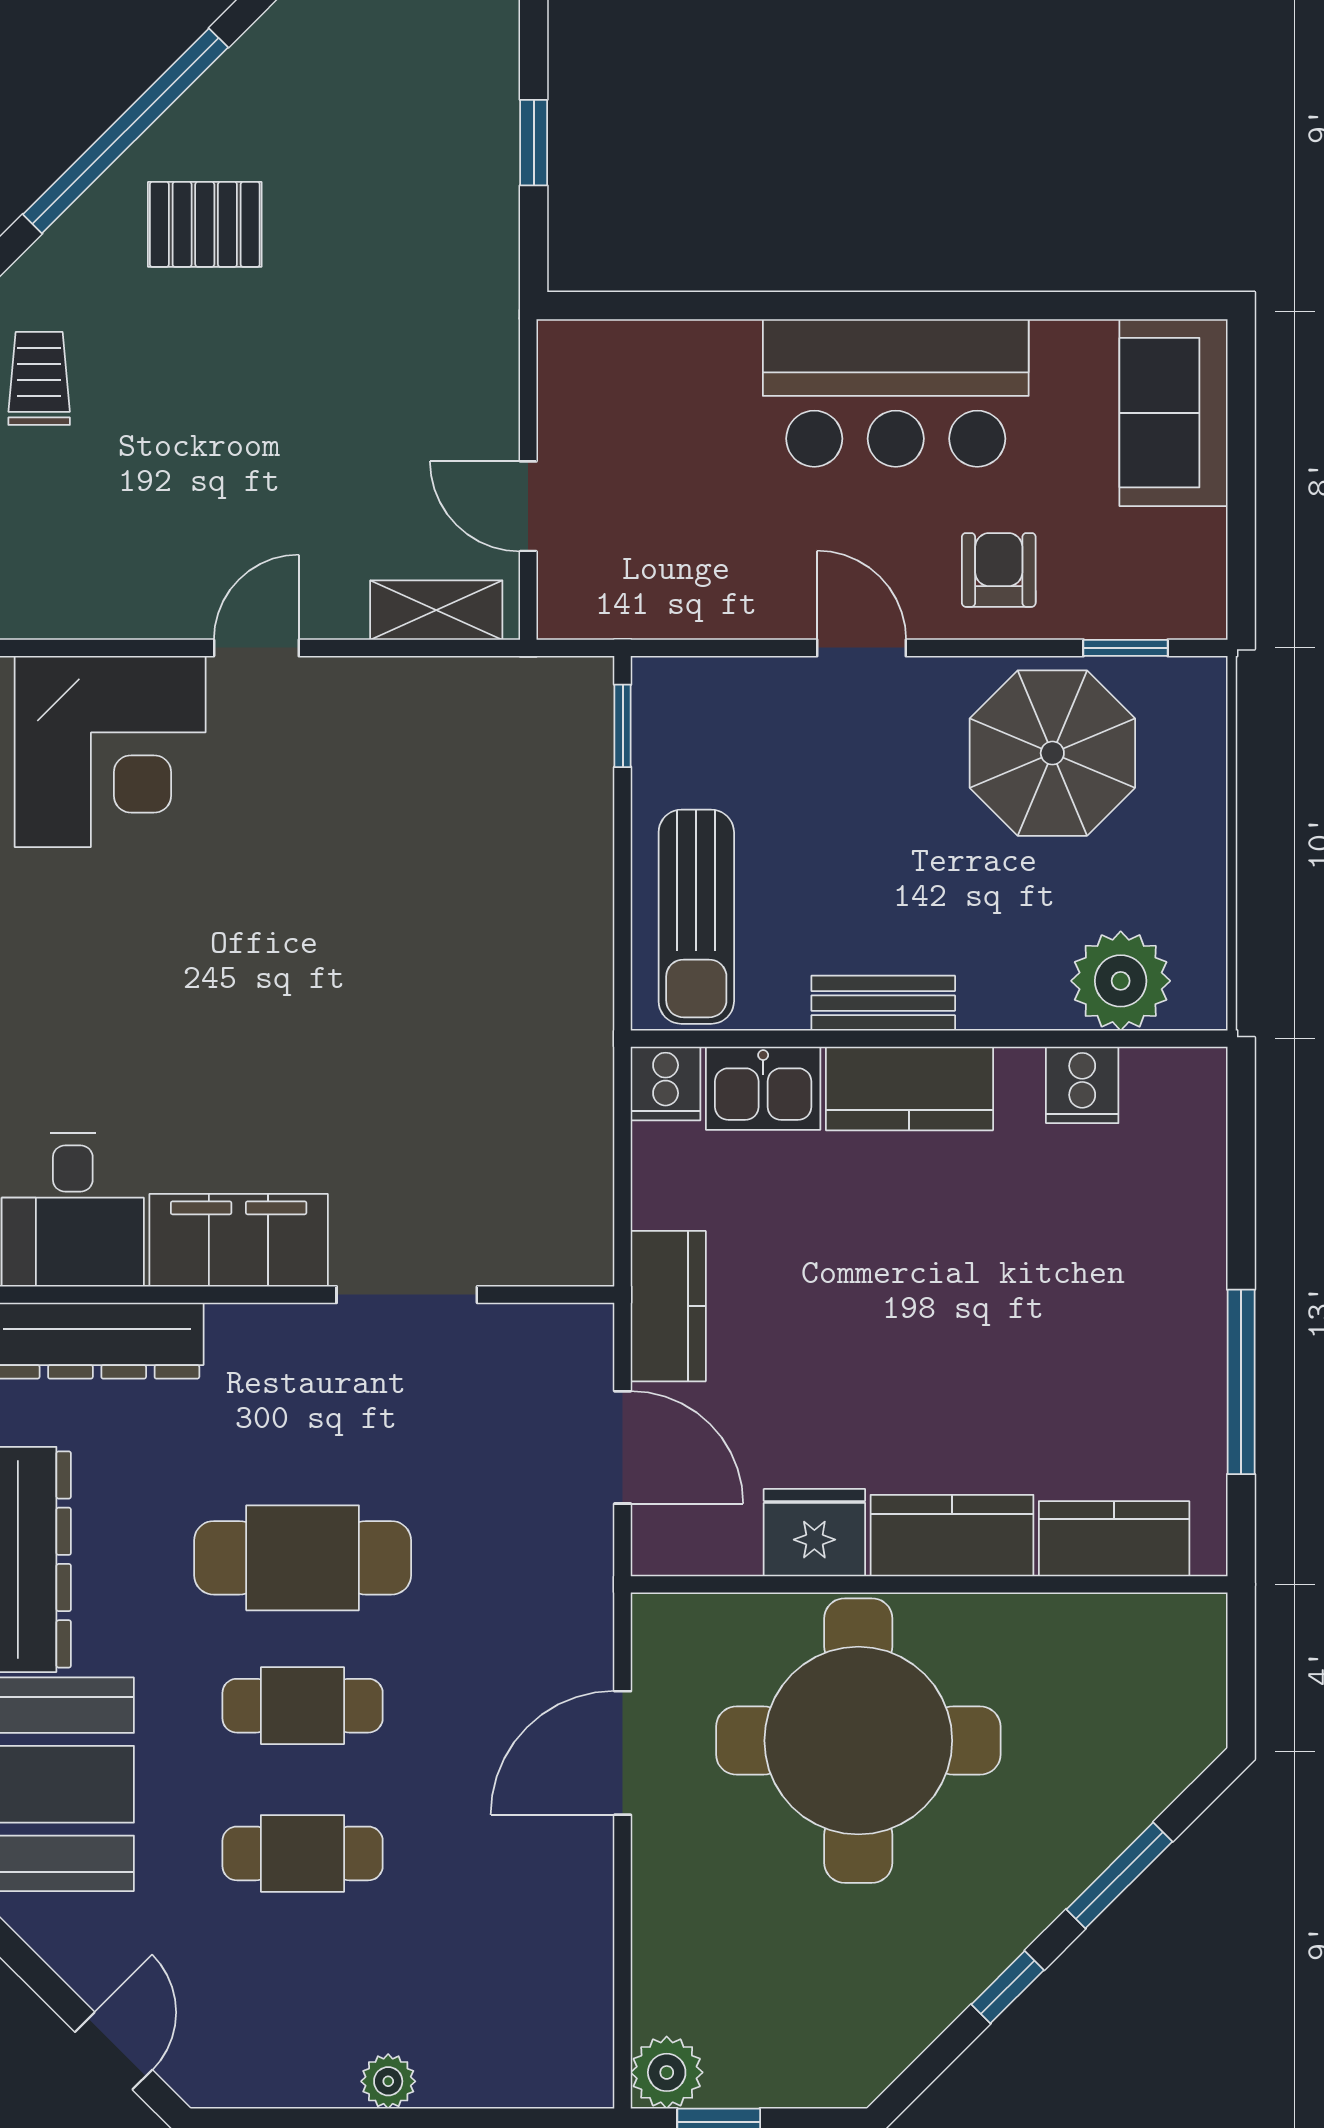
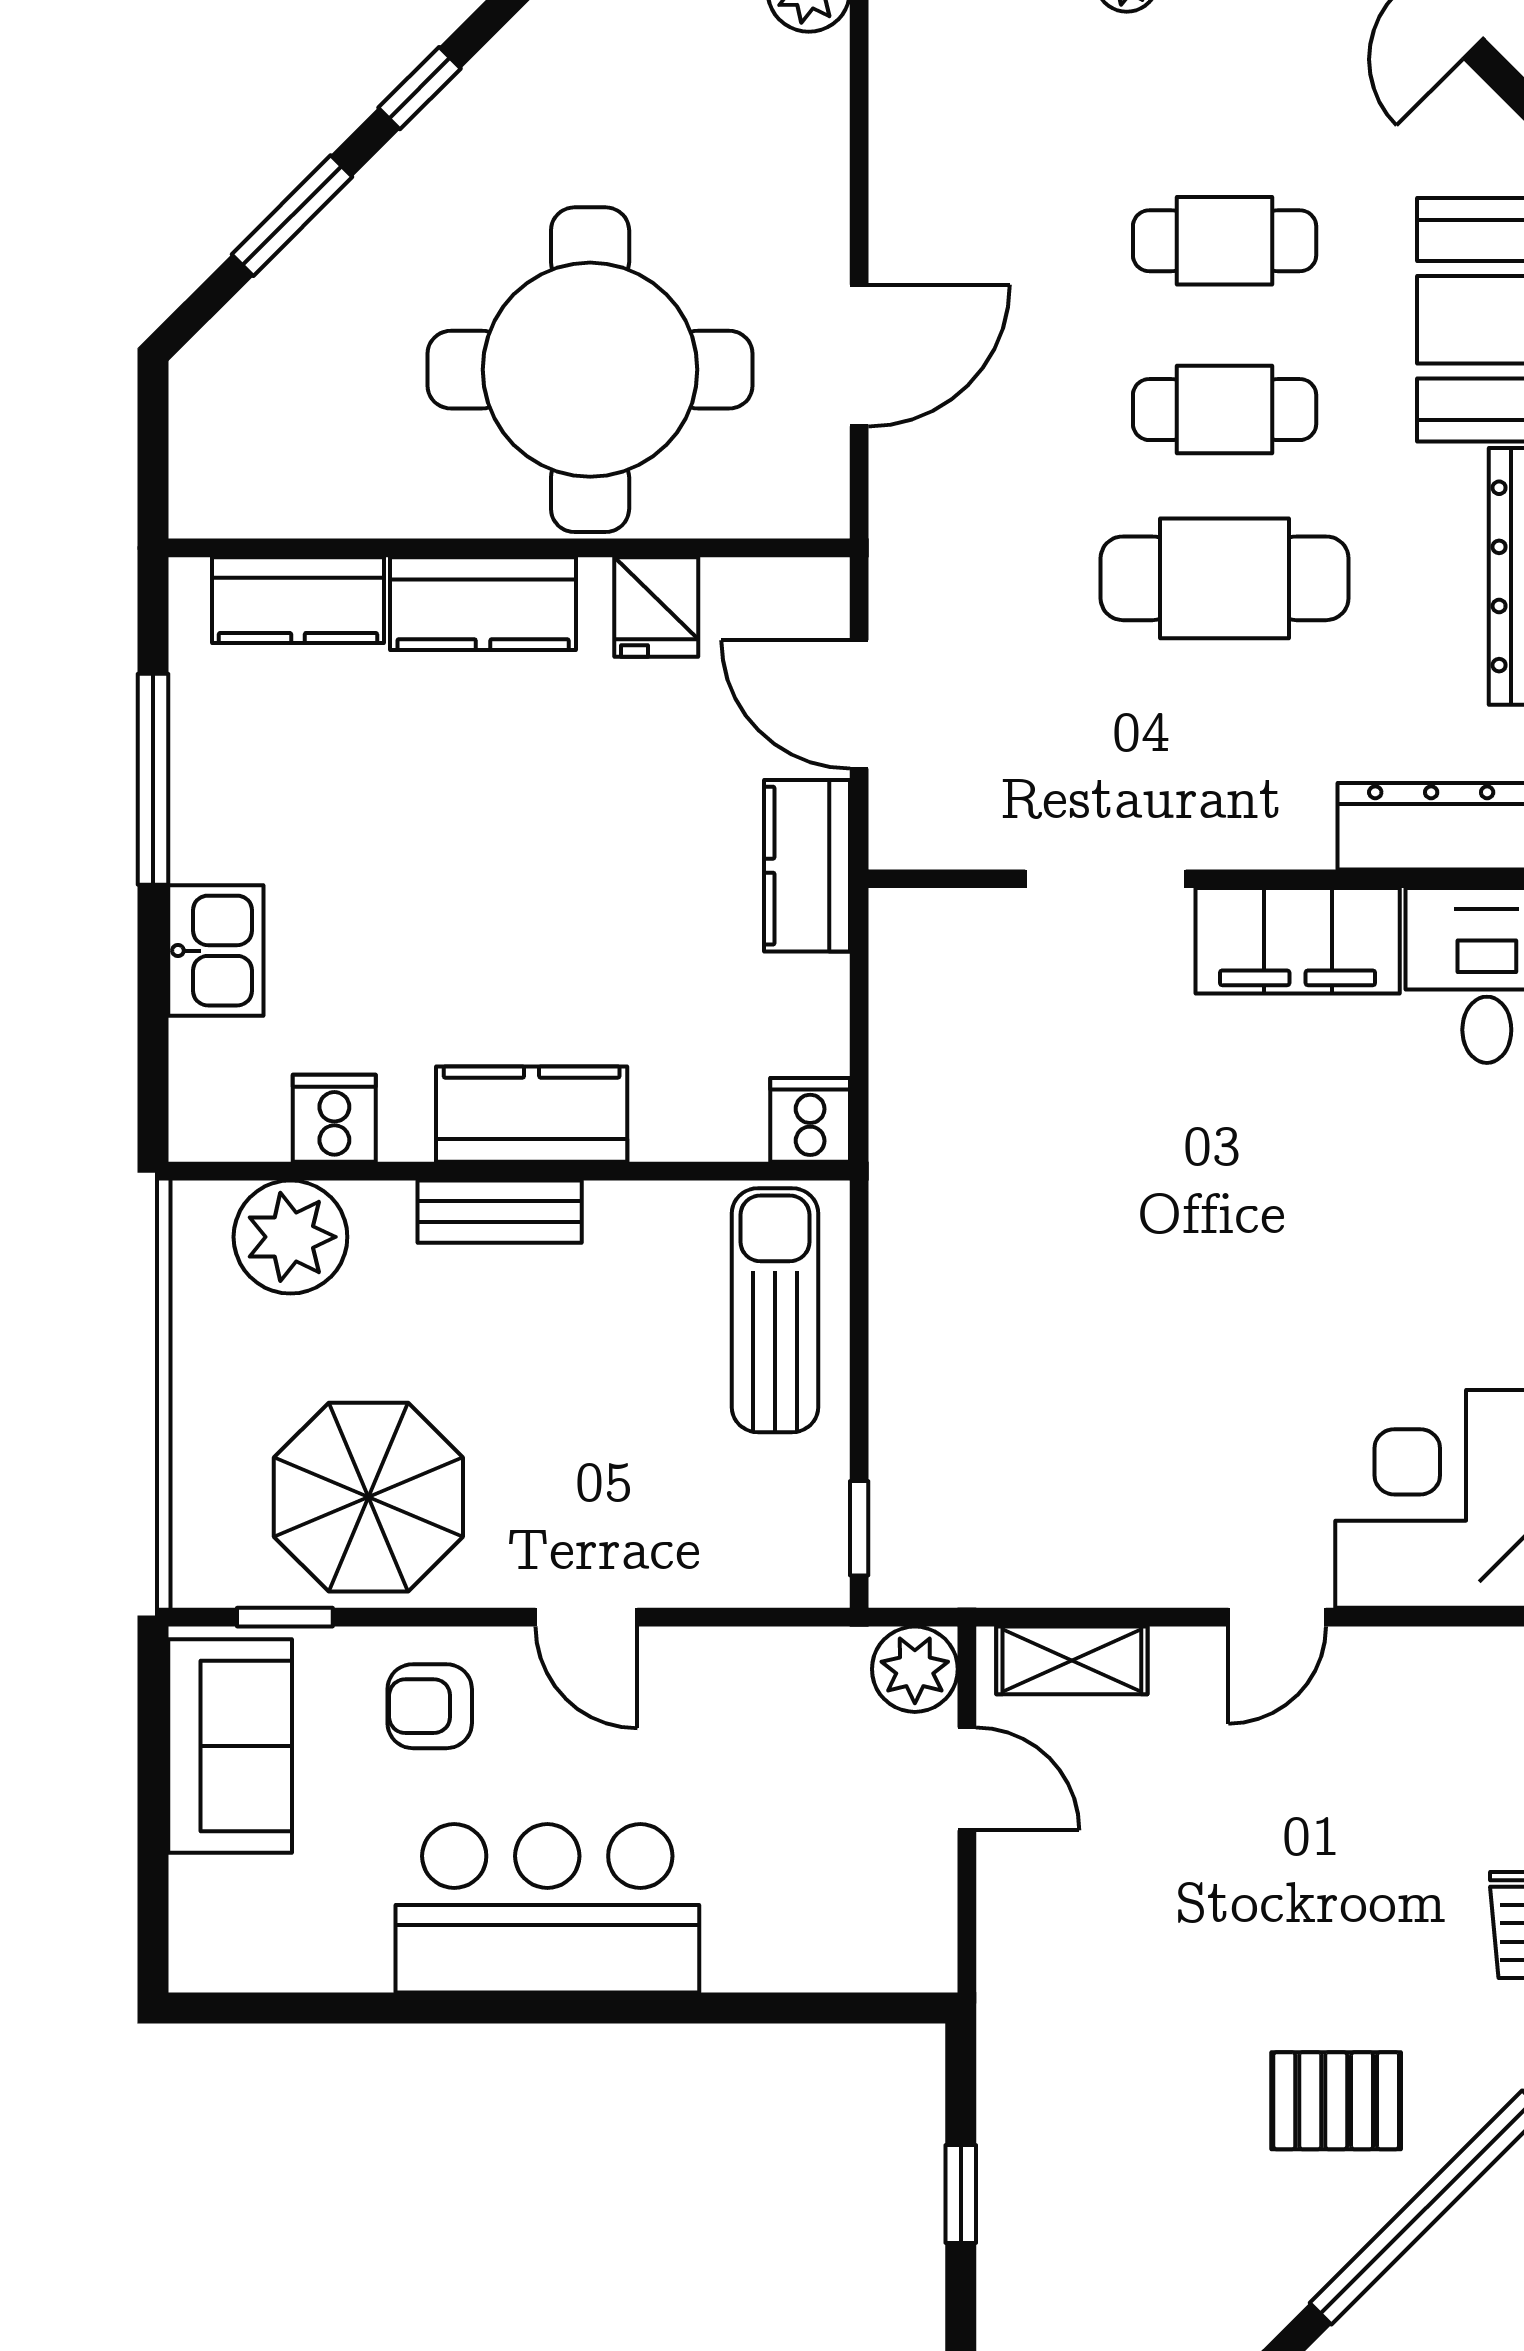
sofa: (1173, 413) -> (230, 1746), moved
armchair: (999, 570) -> (430, 1706), turned 90
plant: (574, 602) -> (915, 1669), added
bench: (883, 1003) -> (500, 1212), moved
kitchen sink: (763, 1088) -> (216, 951), moved, turned 90
fridge: (814, 1533) -> (656, 607), width x0.72

